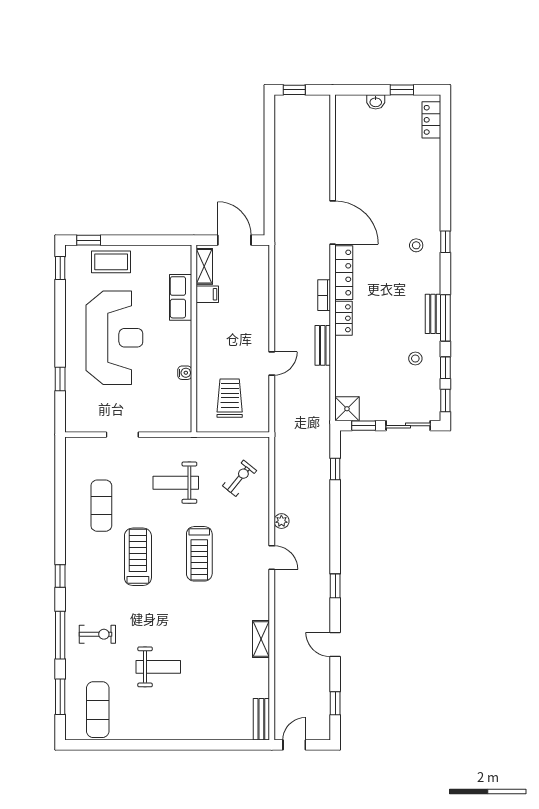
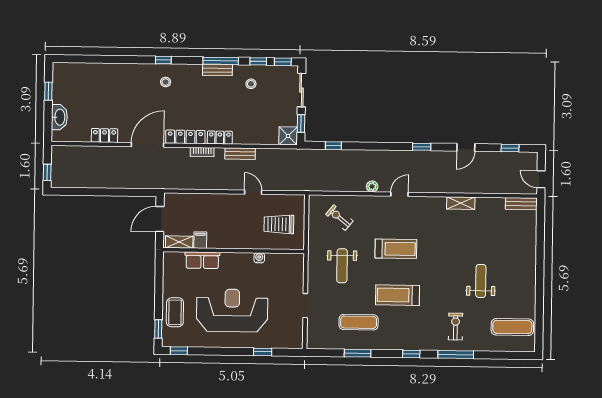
washbasin: (376, 102) -> (59, 117), width x1.91, depth x1.45
locker: (431, 120) -> (104, 136), moved, turned 180
window: (60, 697) -> (358, 353), moved

